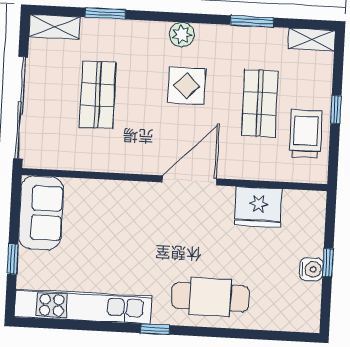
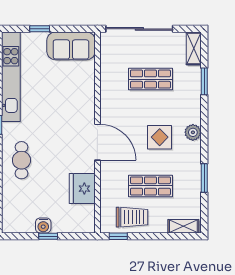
shelving: (312, 39) -> (183, 226), moved, turned 90
window: (336, 110) -> (118, 236), moved
cafe table: (210, 297) -> (21, 160), width x0.73, depth x0.74

